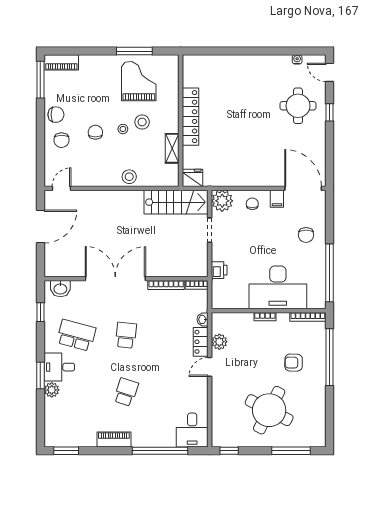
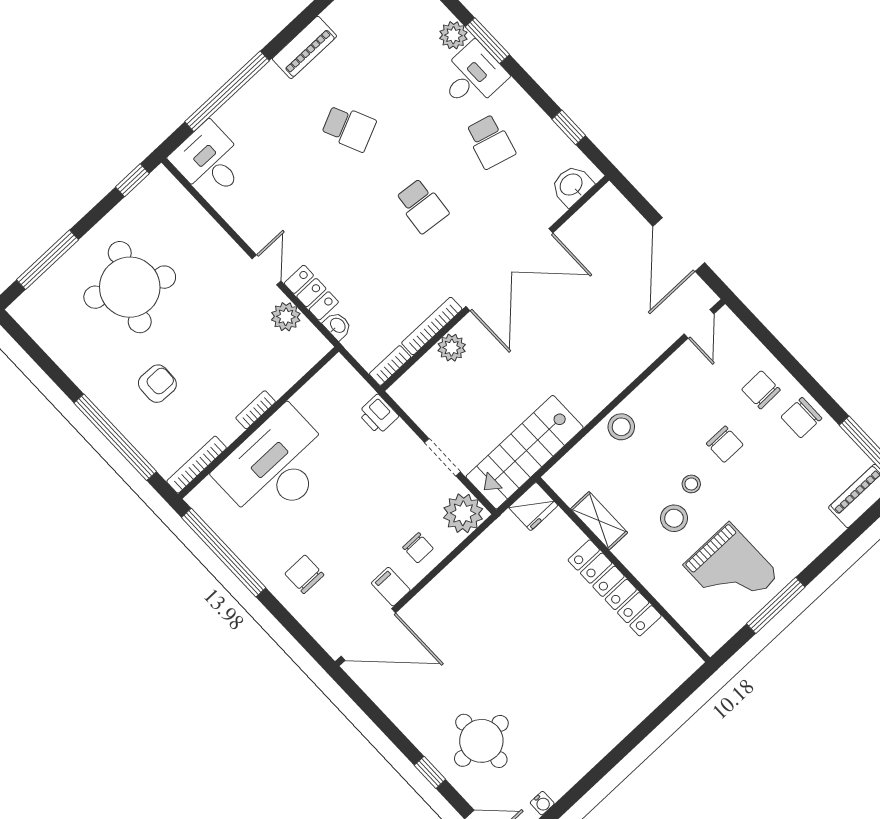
plant: (166, 269) -> (452, 348), added
school desk: (76, 335) -> (490, 142), width x0.54
school desk: (126, 392) -> (349, 128), turned -42

